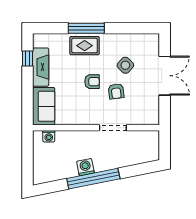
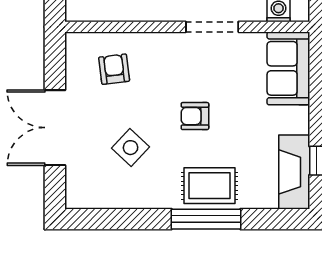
fireplace: (41, 67) -> (294, 172), moved
armchair: (116, 91) -> (114, 69), moved
doorway: (113, 128) -> (212, 27), moved

